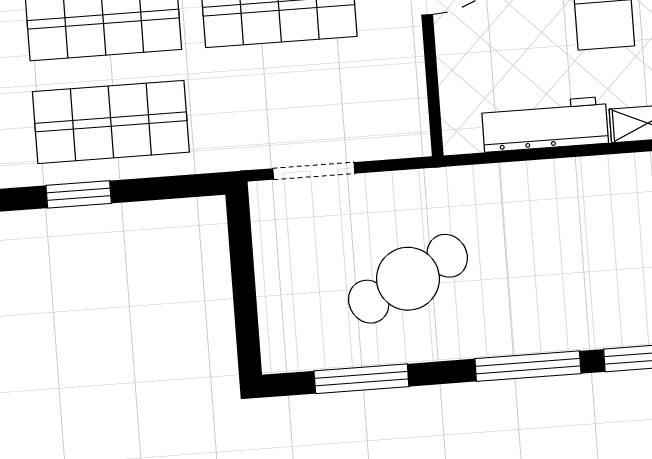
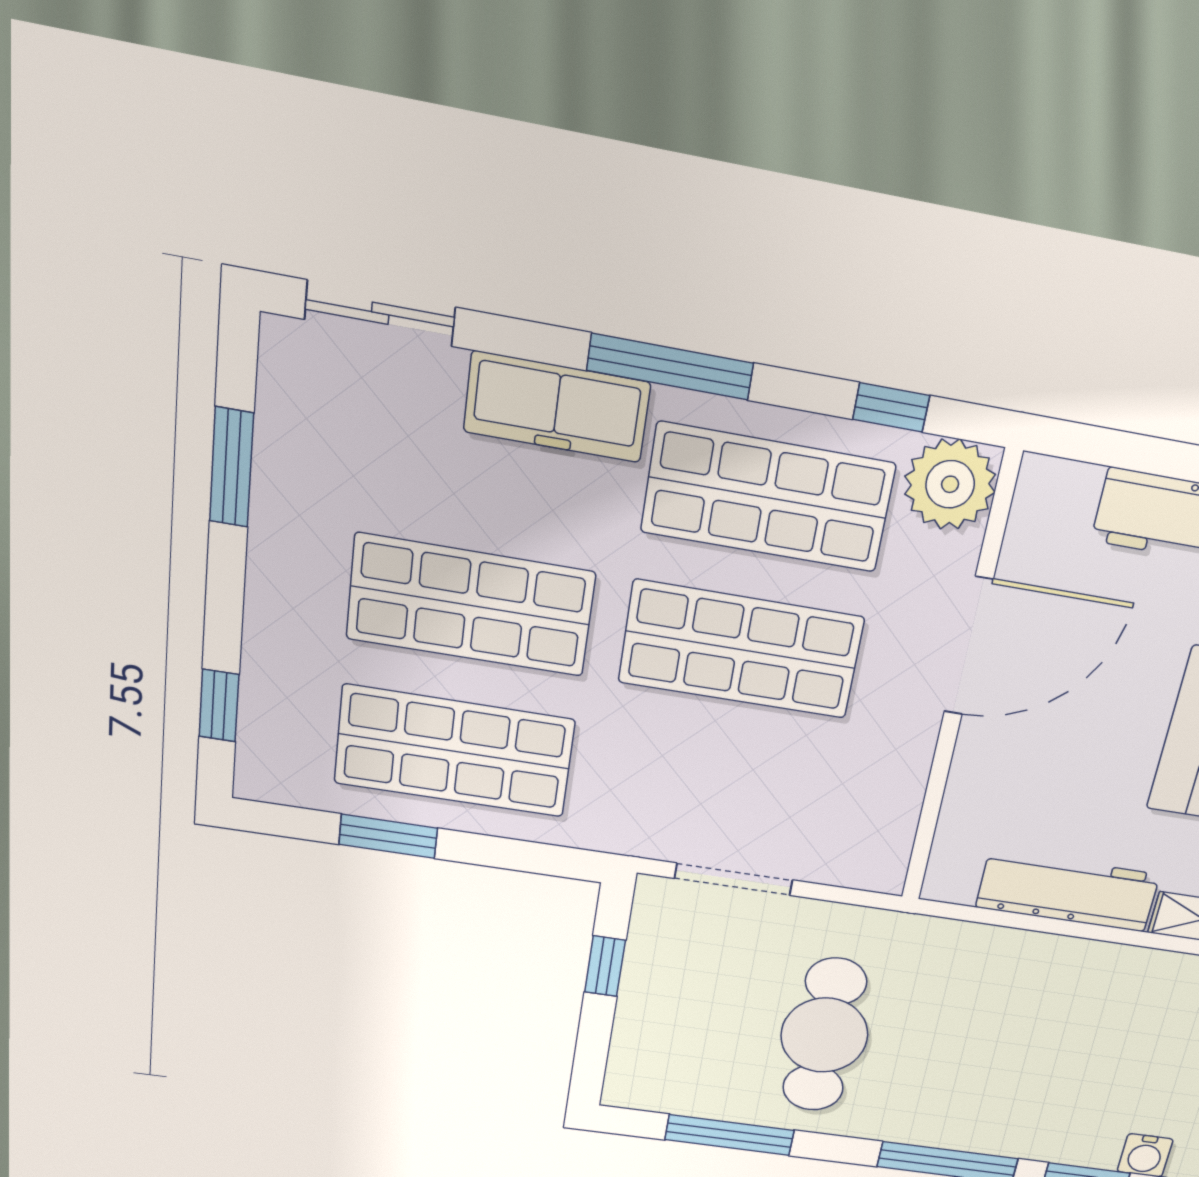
window: (242, 259) -> (605, 966), added
cafe table: (408, 279) -> (824, 1035), turned -64

